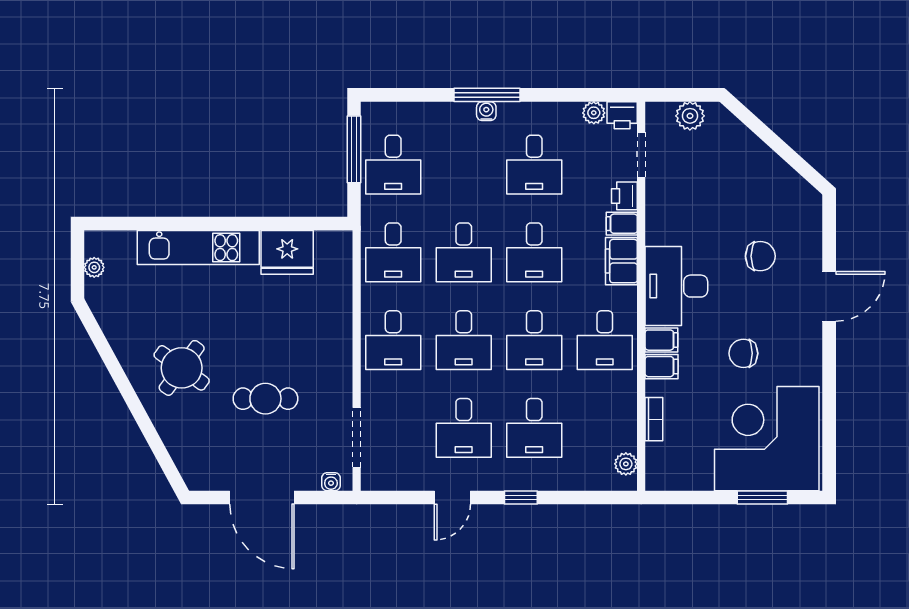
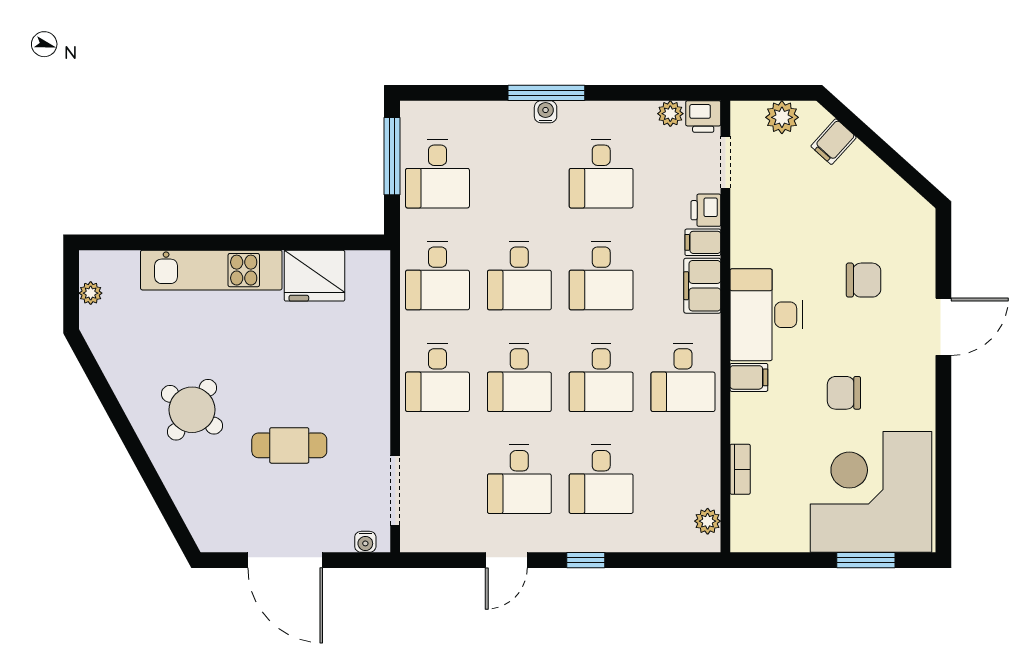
filing cabinet: (662, 367) -> (834, 142), moved, turned 132

